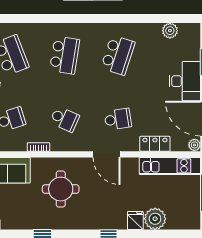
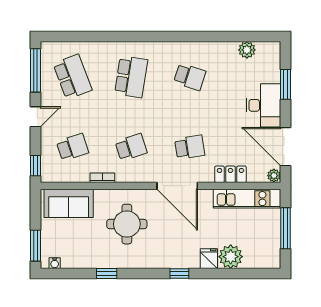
school desk: (118, 55) -> (190, 77), width x0.54
school desk: (65, 119) -> (131, 147), turned -42
door: (107, 154) -> (177, 186), width x1.36

